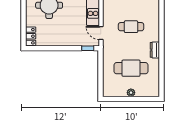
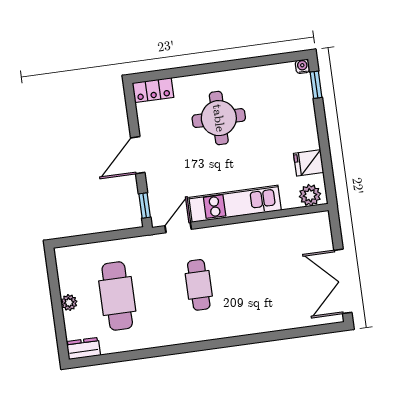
door: (62, 48) -> (138, 155), added
dresser: (155, 50) -> (83, 348), moved

